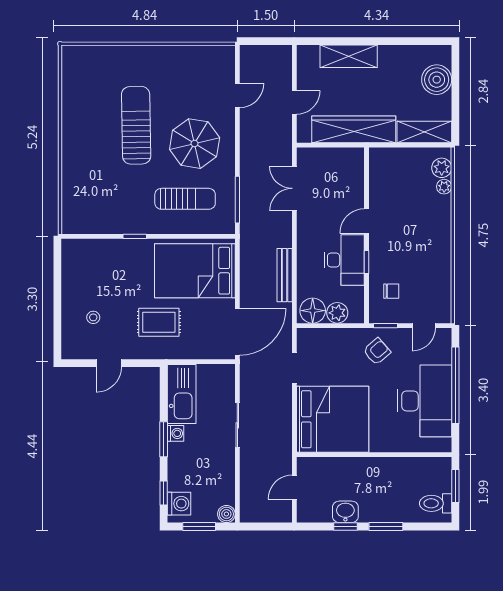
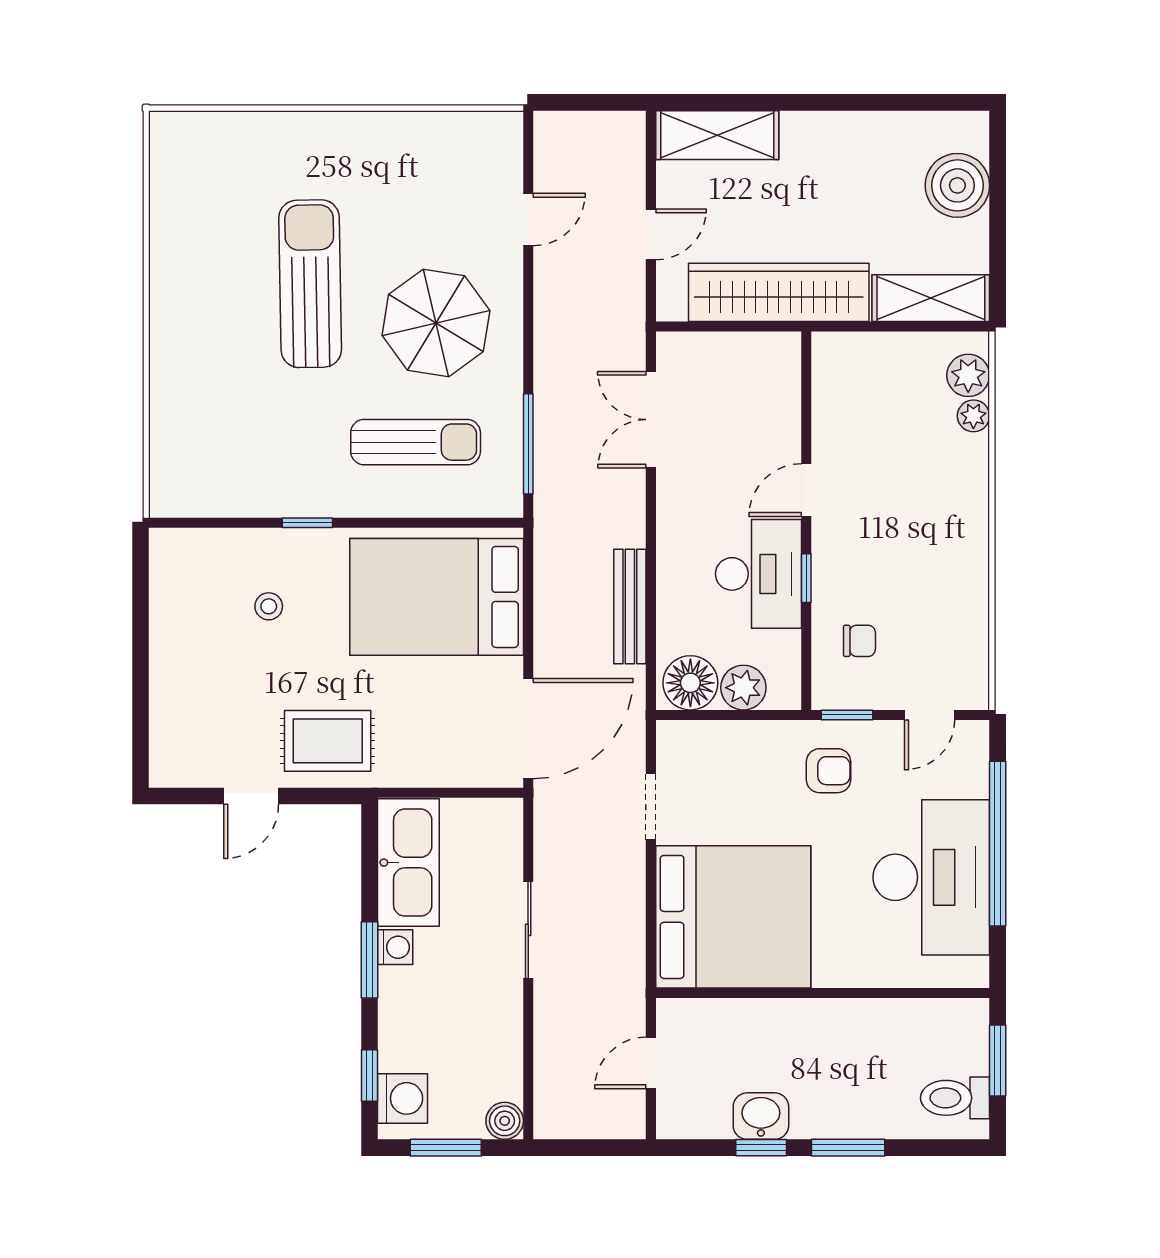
shelving: (349, 56) -> (717, 135), moved
stool: (93, 317) -> (269, 606), moved
rug: (159, 322) -> (328, 741), moved
armchair: (377, 351) -> (829, 771), turned 41

